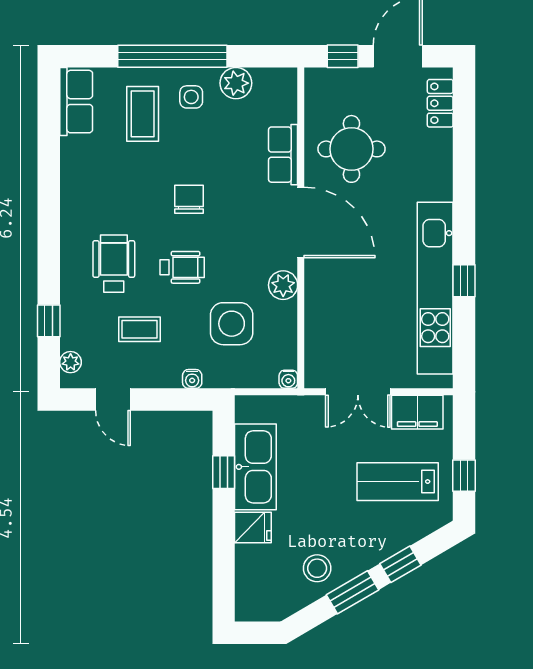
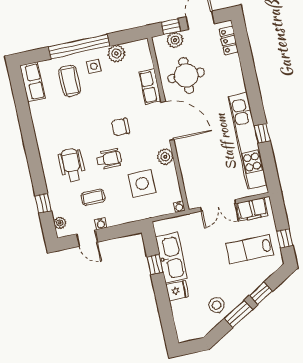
plant: (345, 82) -> (175, 40), added
chair: (189, 199) -> (120, 127), moved, turned -90
water cooler: (192, 379) -> (101, 224), moved

